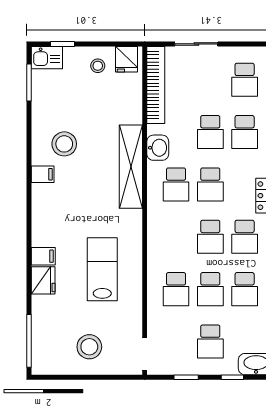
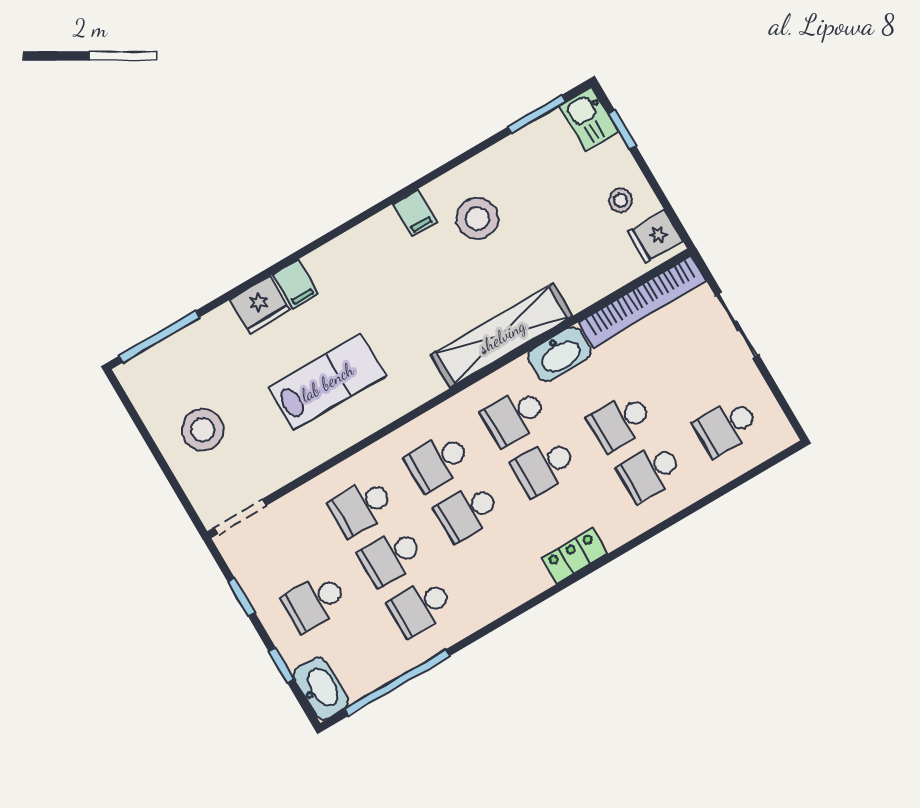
washbasin: (158, 148) -> (560, 354), width x1.38
school desk: (245, 237) -> (438, 462), moved

